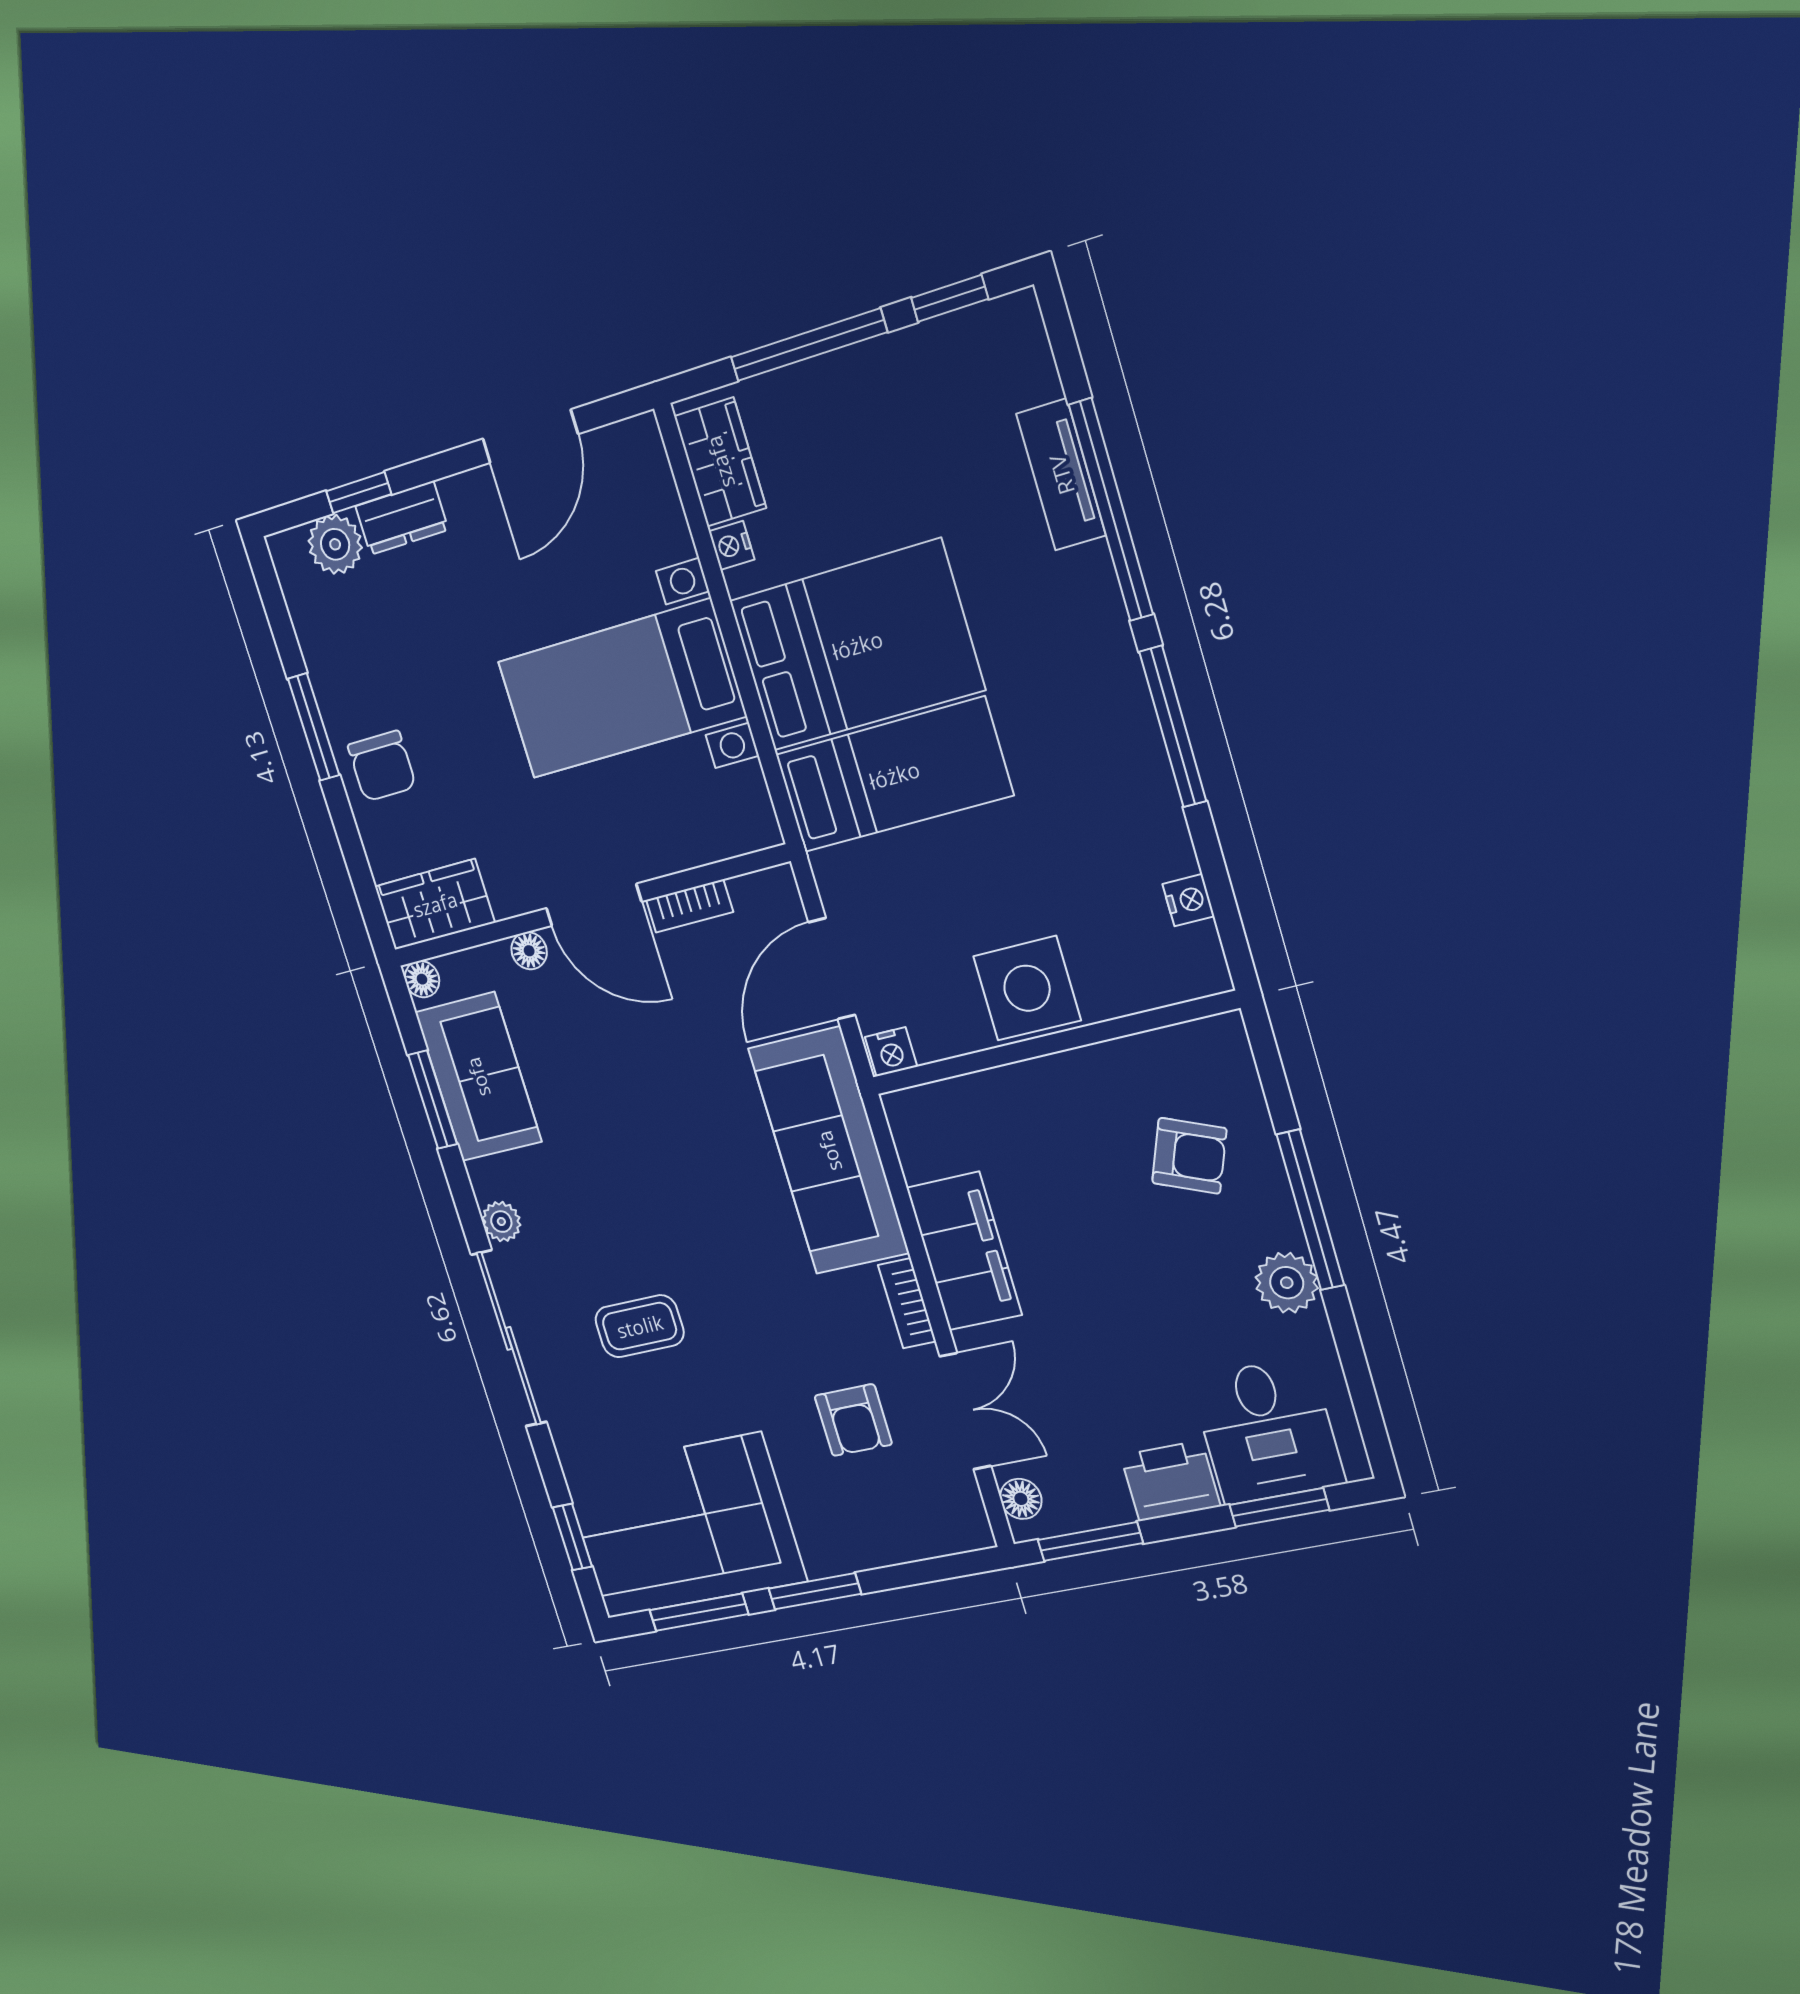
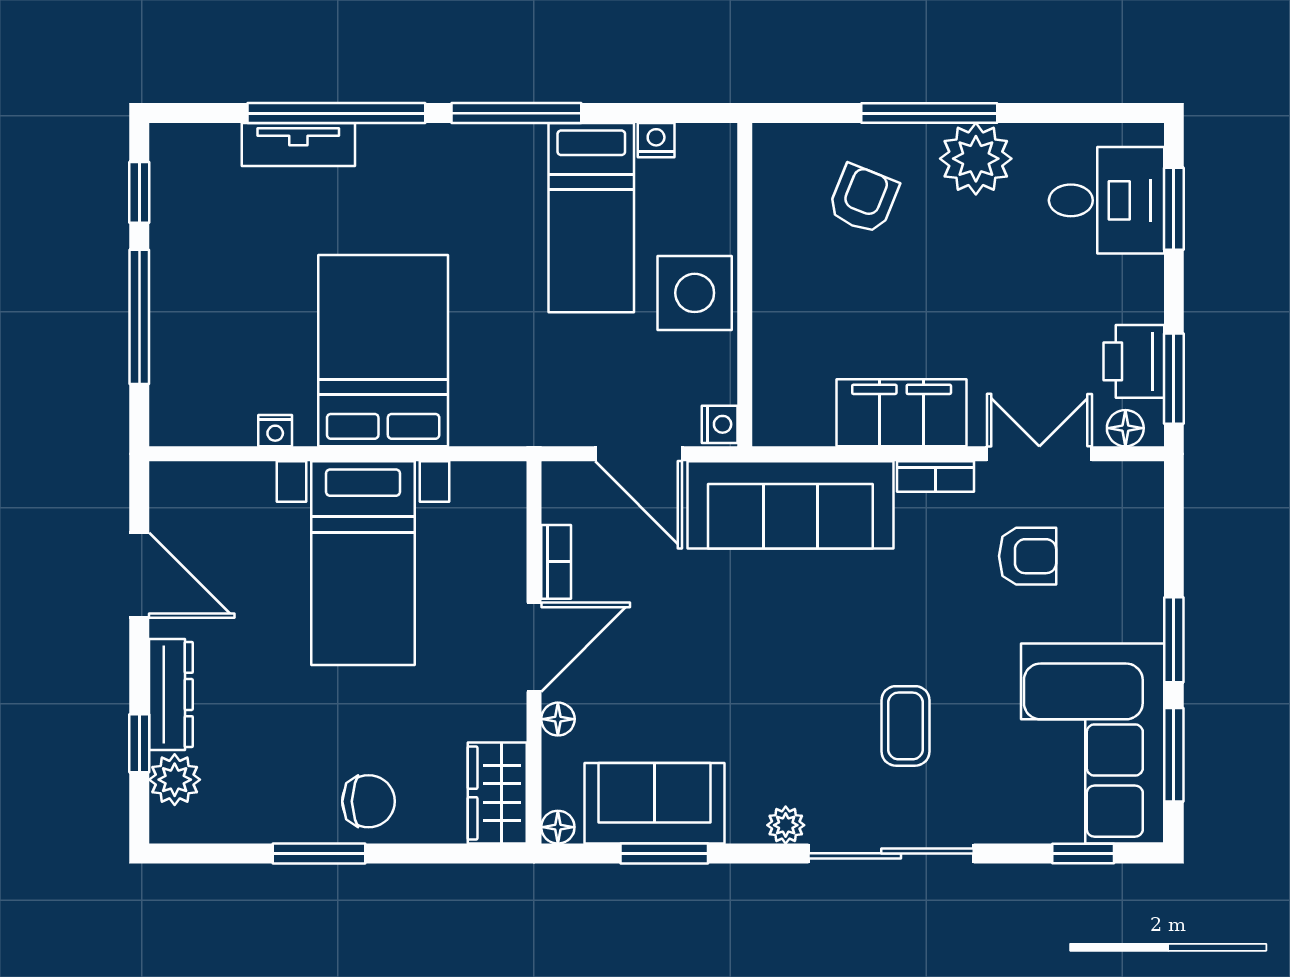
wardrobe: (720, 462) -> (207, 419), removed
dresser: (402, 518) -> (171, 694), width x1.44
bed: (894, 775) -> (591, 218), moved, turned 180
plant: (1287, 1283) -> (976, 159), width x1.36, depth x1.36
printer: (1170, 1481) -> (1134, 361), moved

